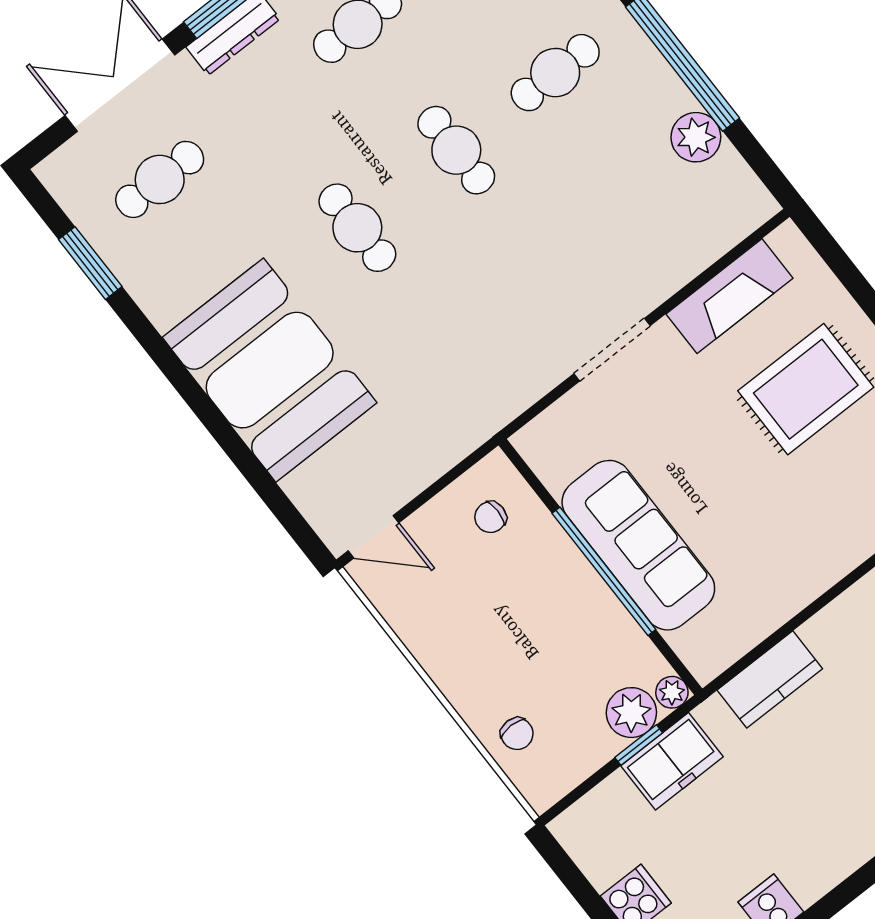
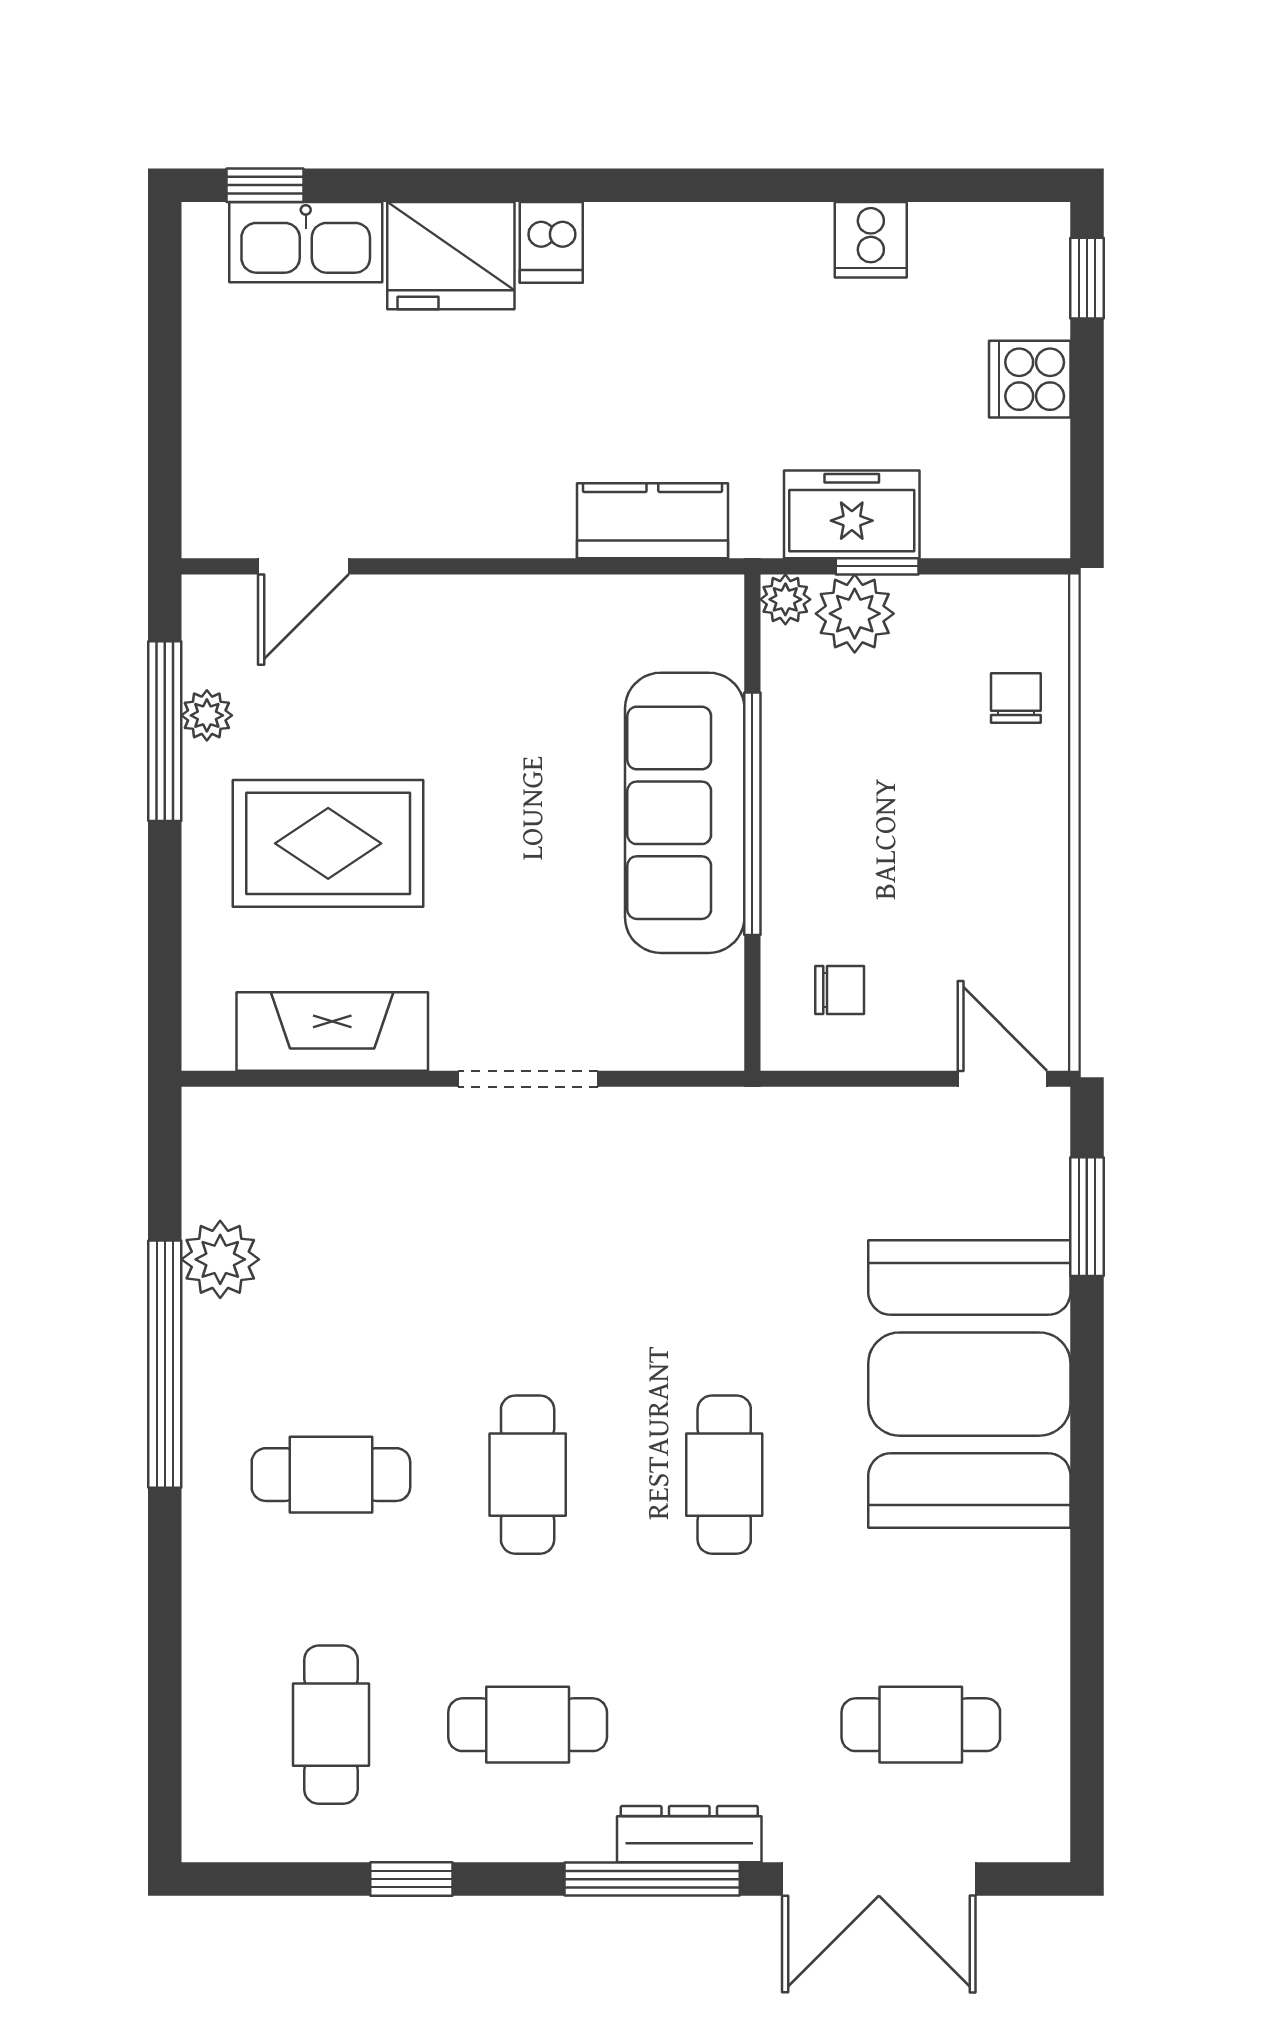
window: (90, 263) -> (1087, 1217), moved

